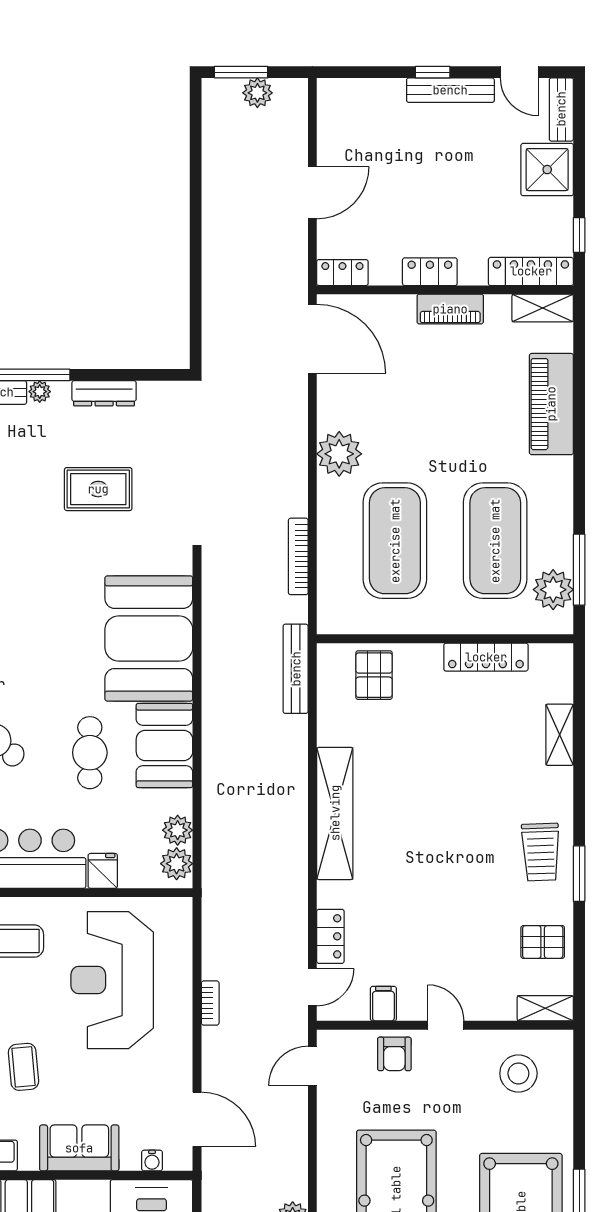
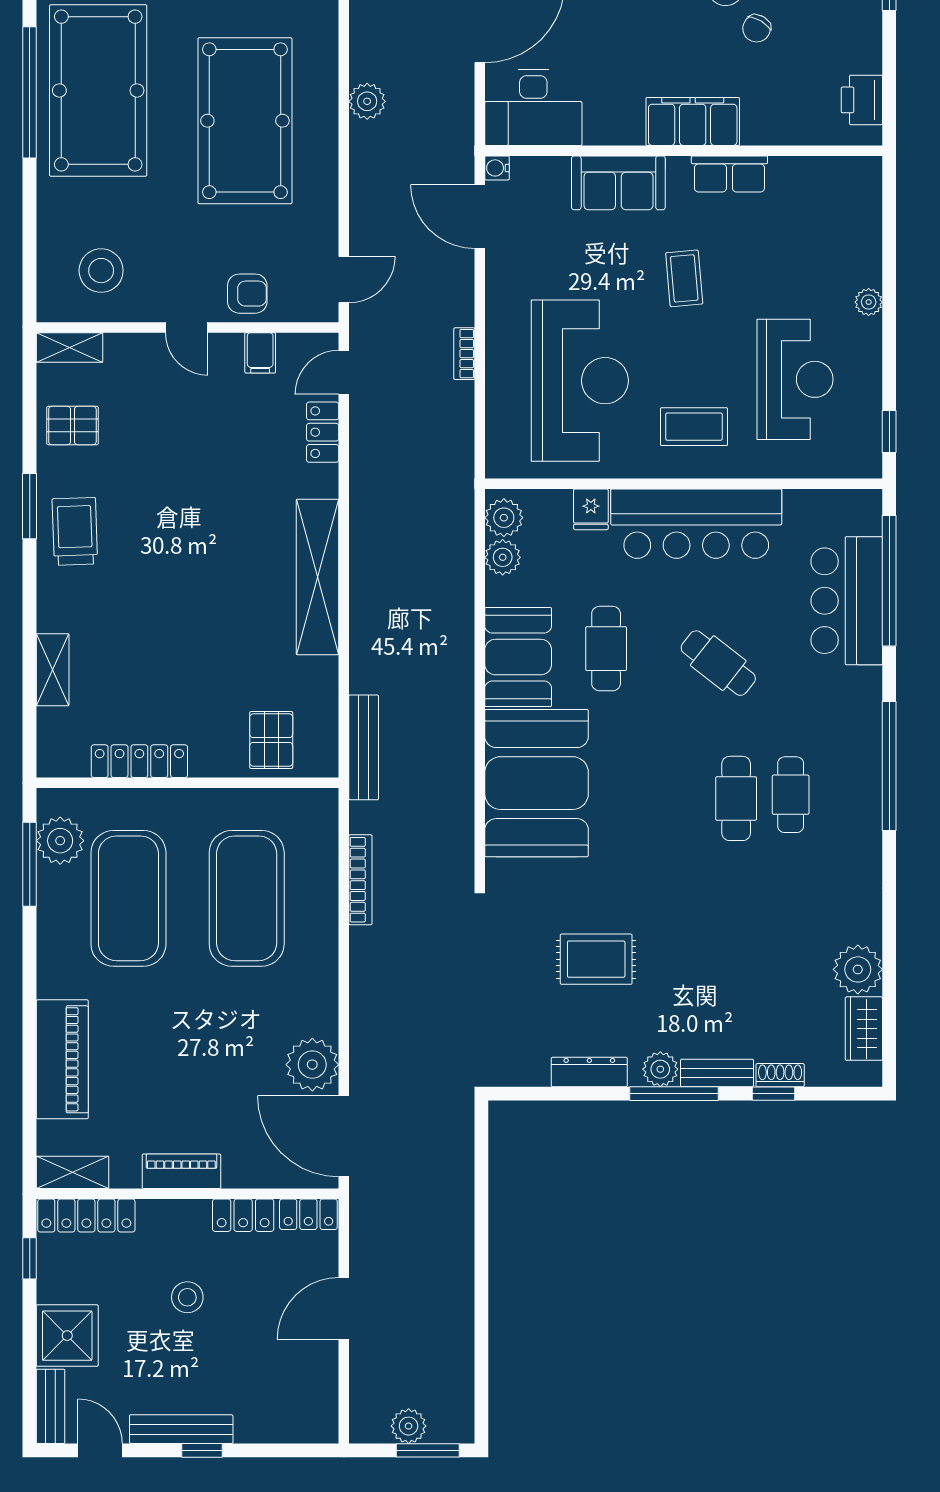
stool: (445, 202) -> (187, 1297), added
locker: (430, 272) -> (243, 1215), moved
plant: (40, 392) -> (660, 1069), width x1.38, depth x1.38
plant: (339, 454) -> (312, 1065), moved
armchair: (394, 1054) -> (247, 294), turned 90
water cooler: (152, 1161) -> (497, 168), moved, turned -90

